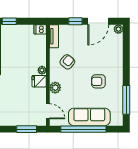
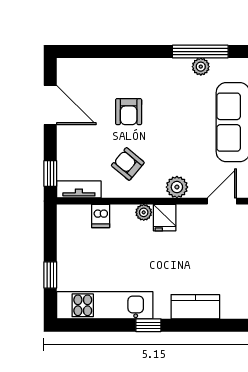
window: (75, 21) -> (50, 174), moved
dishwasher: (40, 29) -> (101, 216), moved
plant: (118, 29) -> (201, 67), moved
armchair: (98, 81) -> (129, 112), moved

